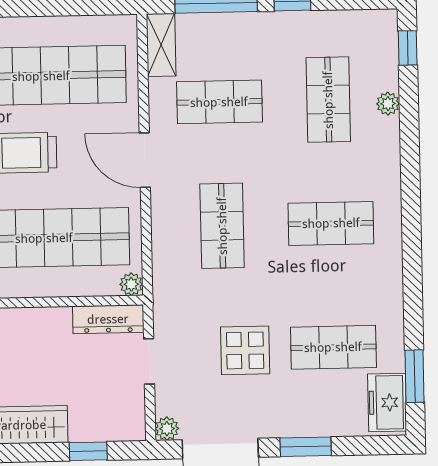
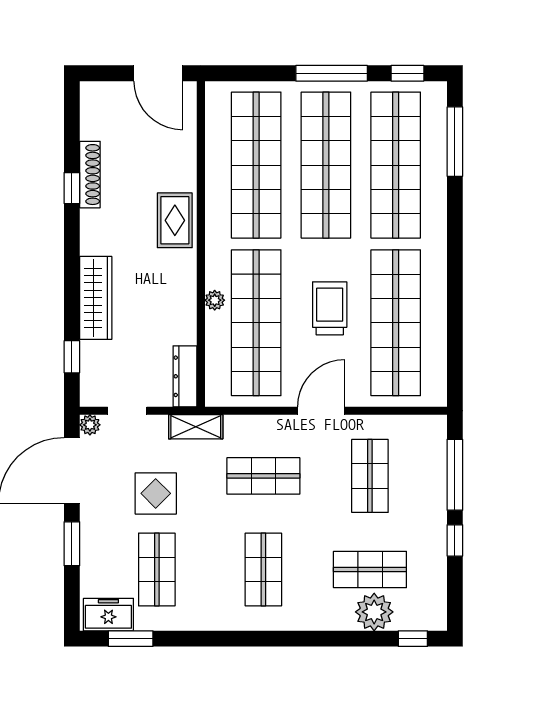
shelving: (161, 45) -> (196, 427), moved
plant: (388, 104) -> (374, 612), width x1.87, depth x1.87
plant: (131, 284) -> (215, 300), moved
doorway: (149, 361) -> (127, 411), moved

